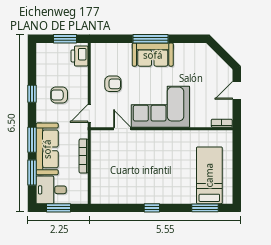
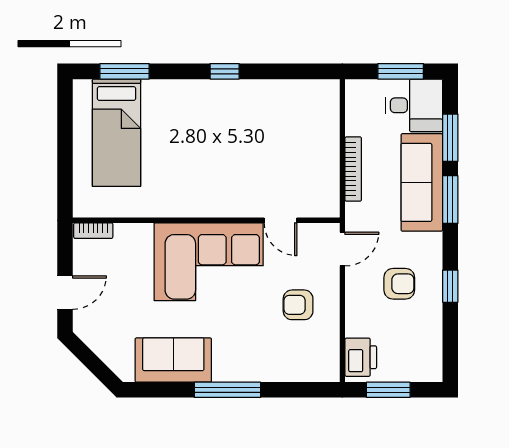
sofa: (153, 55) -> (173, 360), moved

